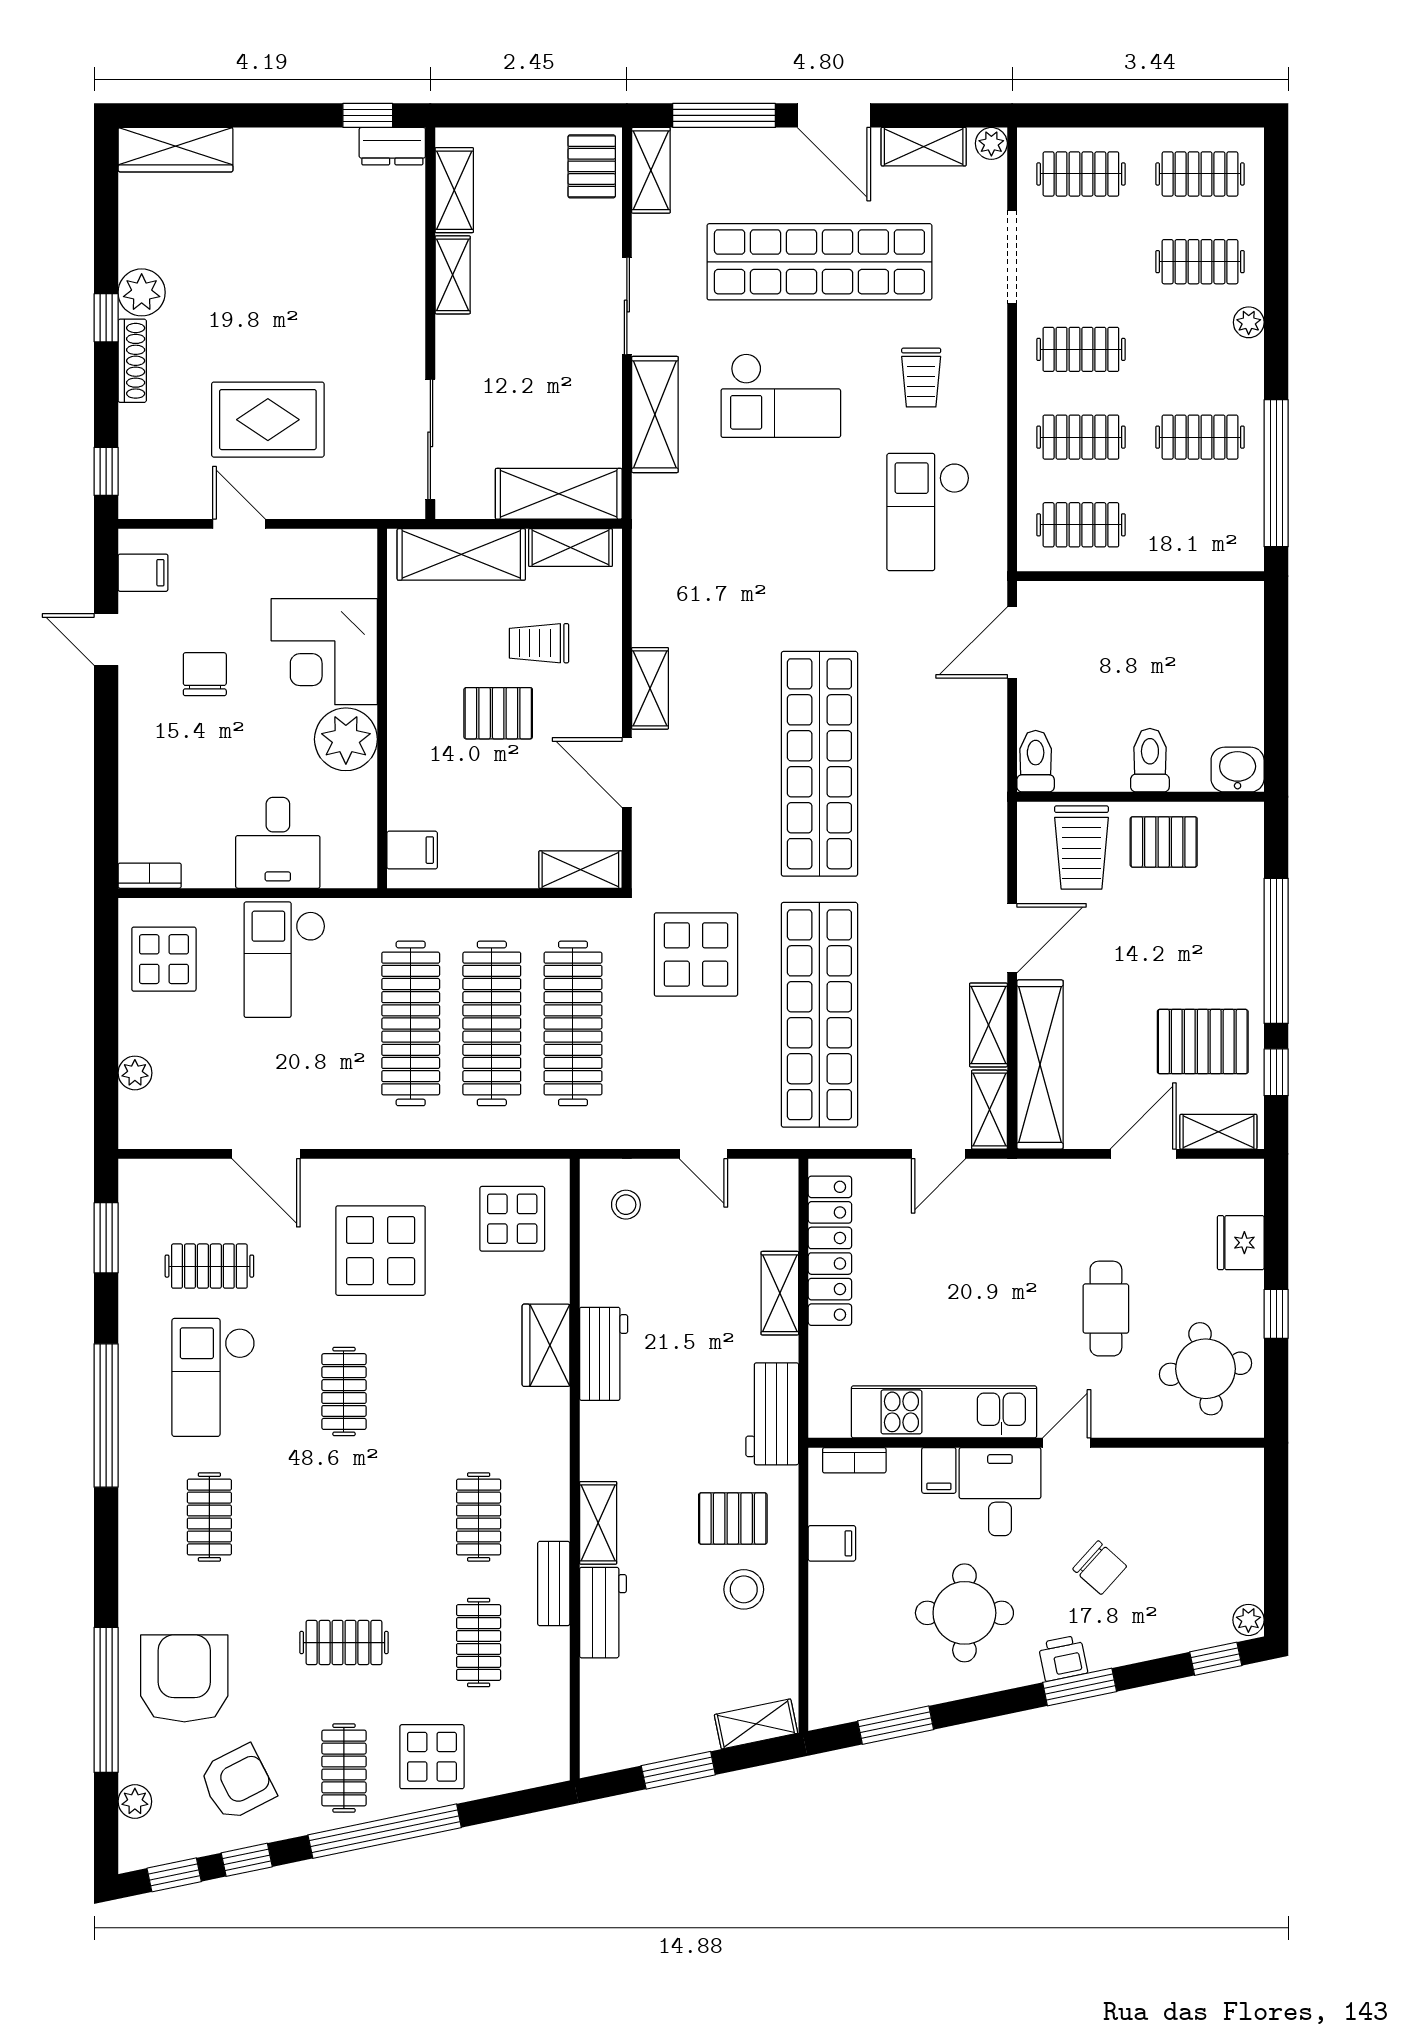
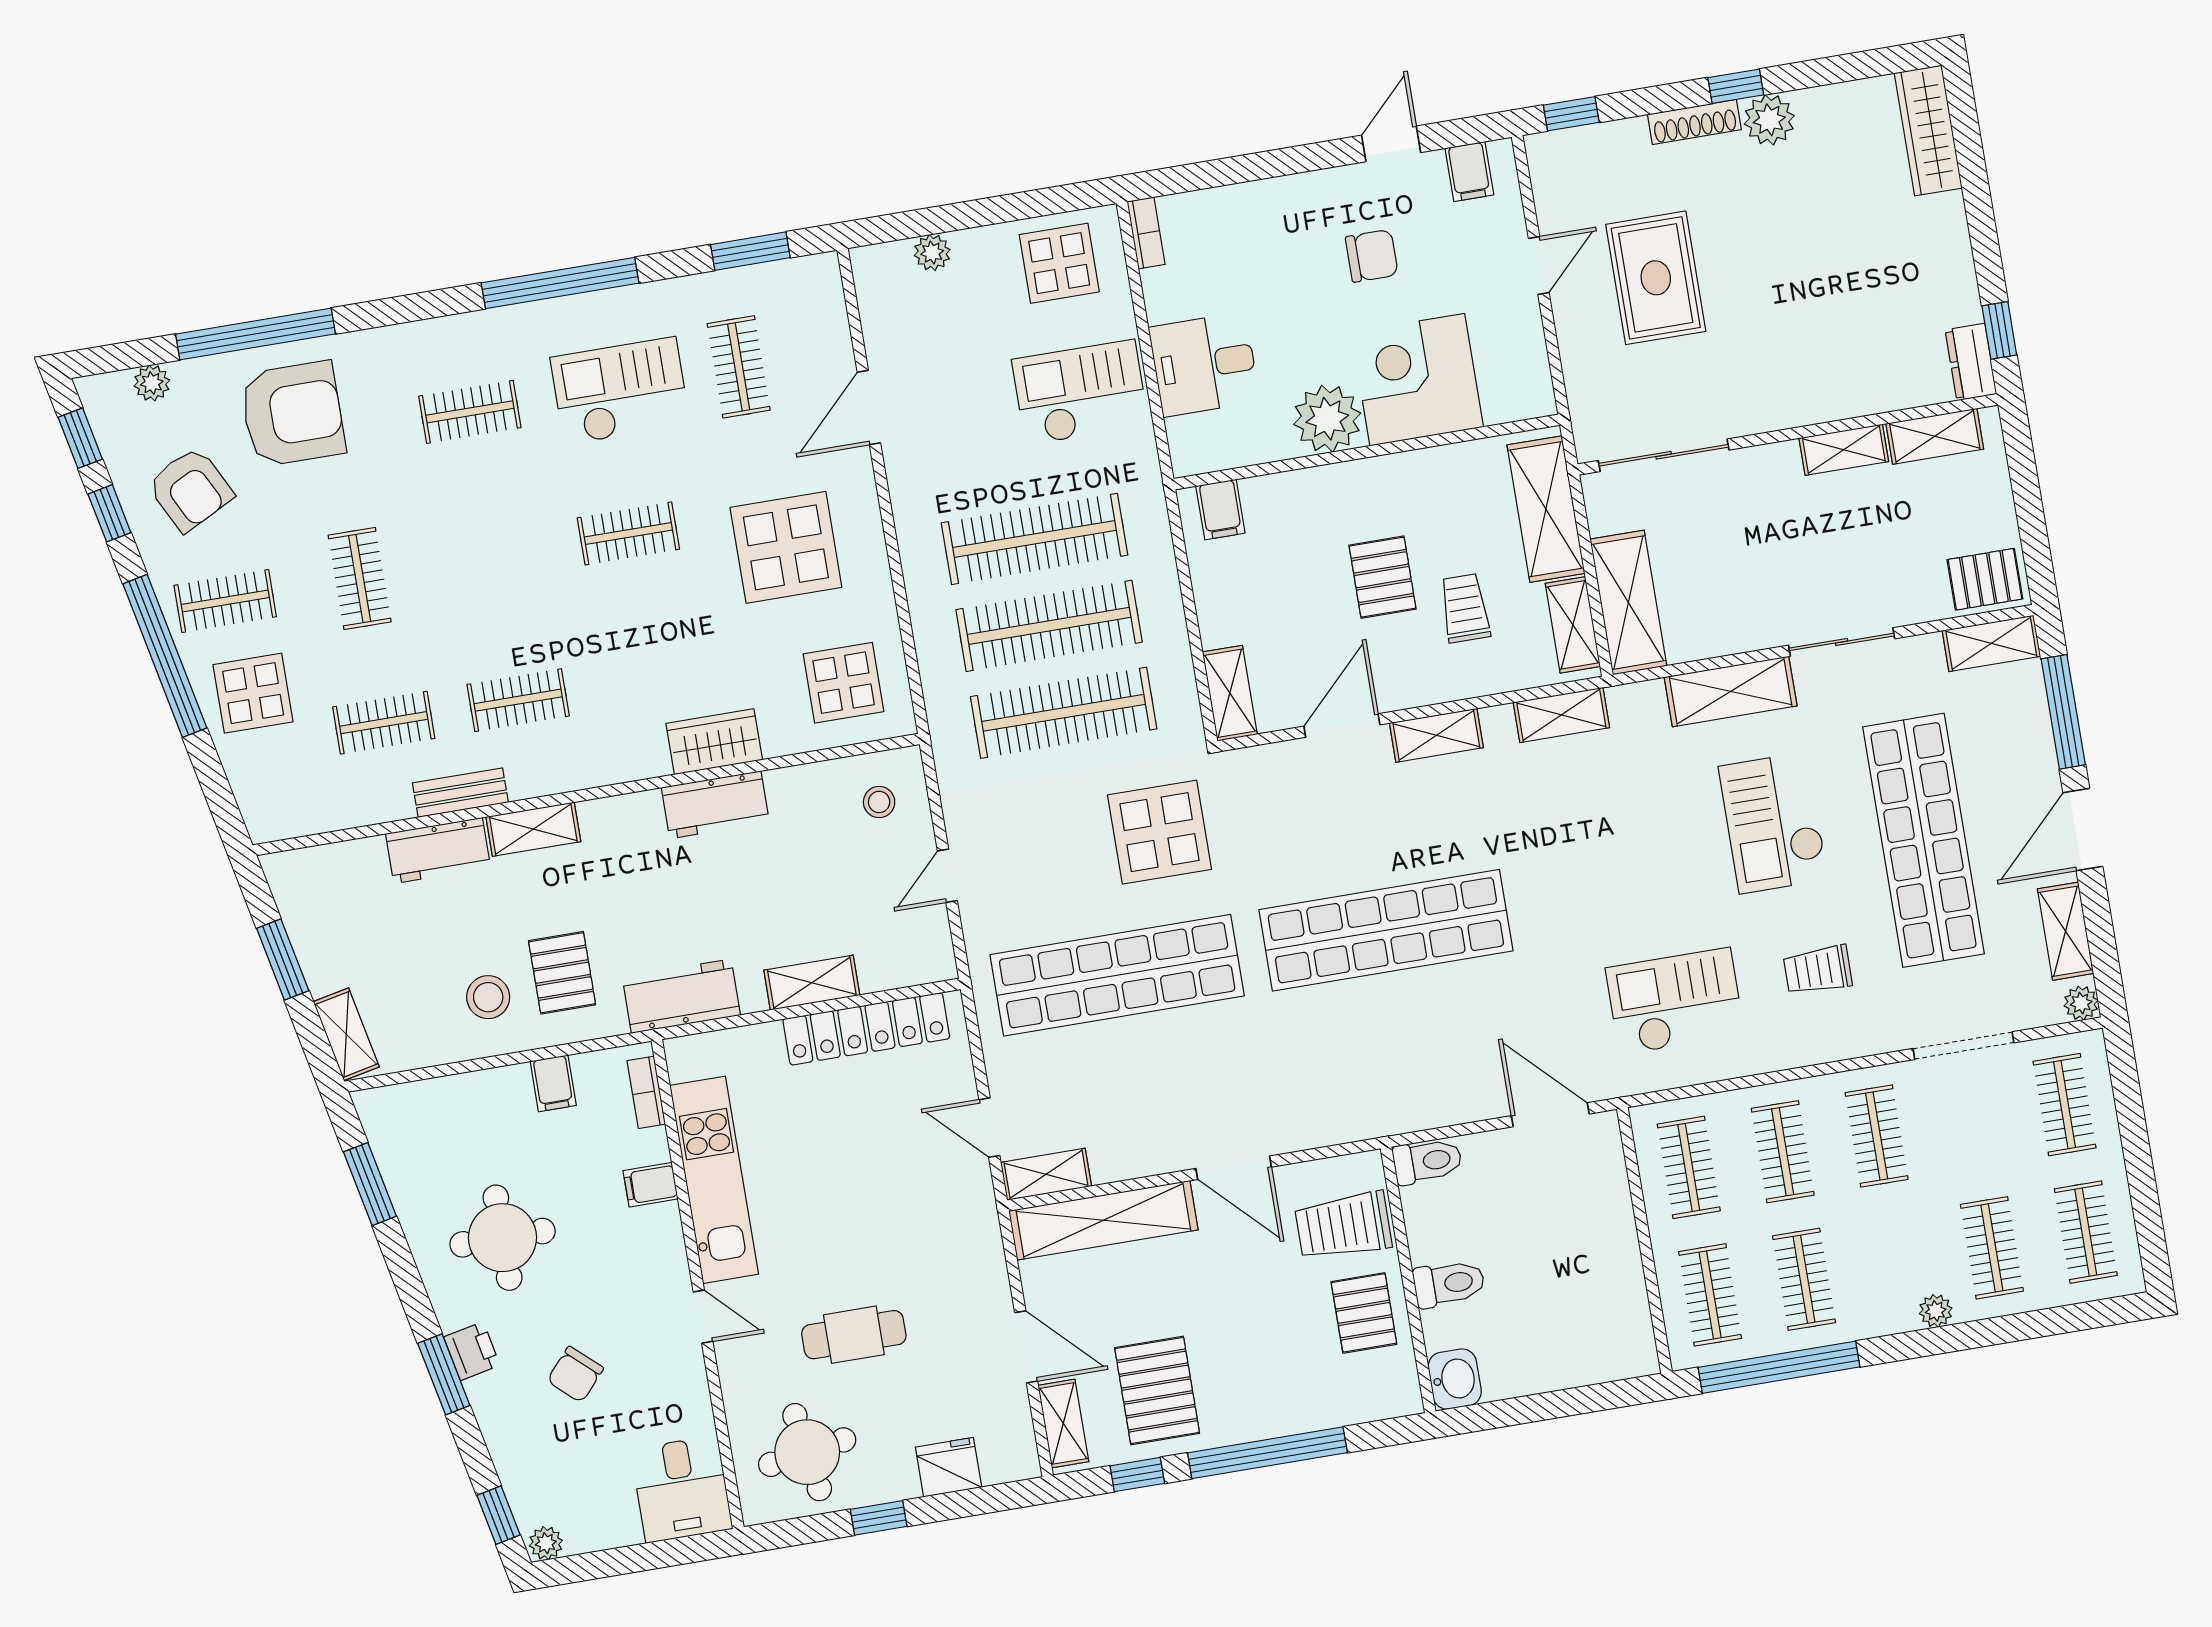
clothes rail: (1200, 525) -> (1710, 1295), added
shelving: (988, 1025) -> (1561, 715), moved
desk: (1000, 1492) -> (682, 1489), moved, turned 90

